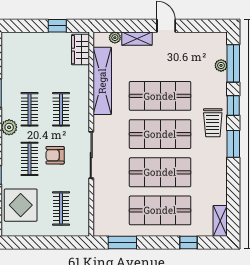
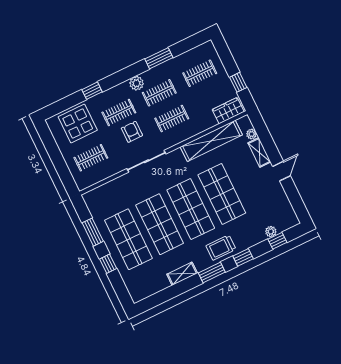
clothes rail: (30, 60) -> (200, 73), added
window: (233, 63) -> (277, 241), width x0.46
shelving: (220, 221) -> (182, 274), moved
window: (122, 242) -> (93, 232), moved
window: (189, 242) -> (108, 264), moved

